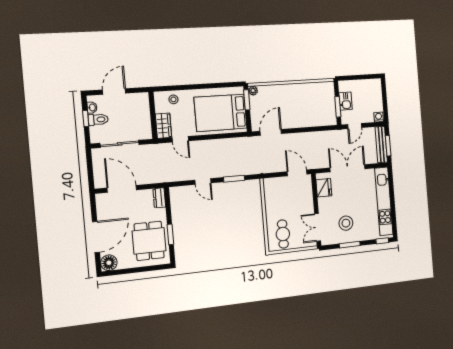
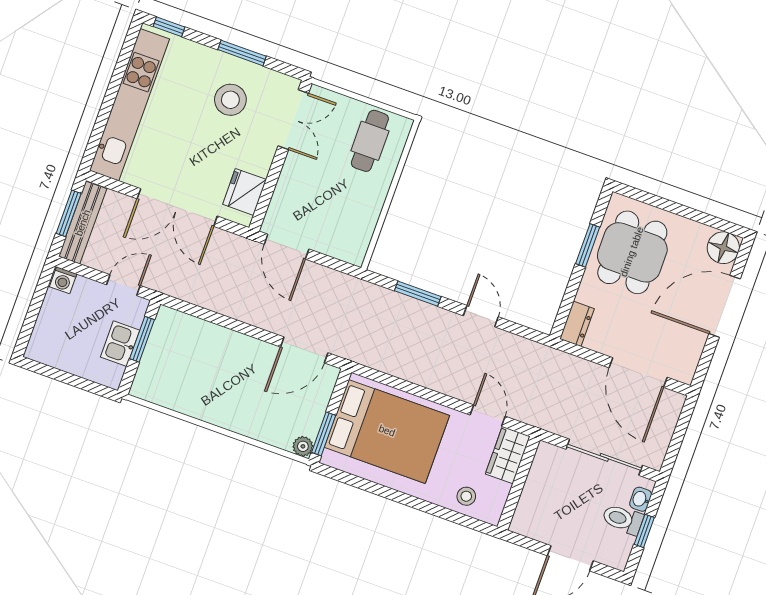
washbasin: (92, 108) -> (641, 499), moved

